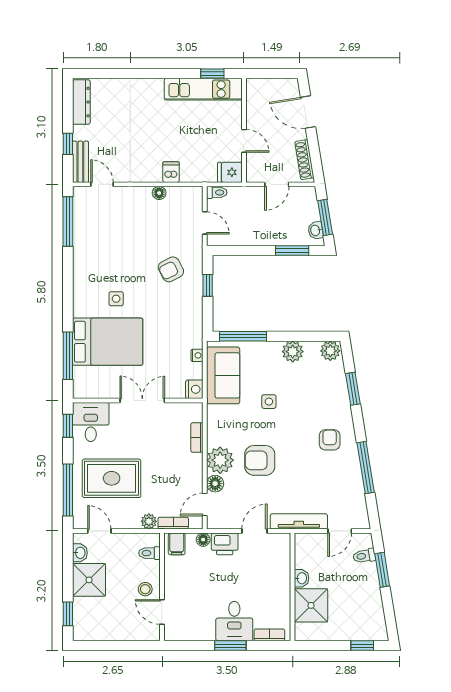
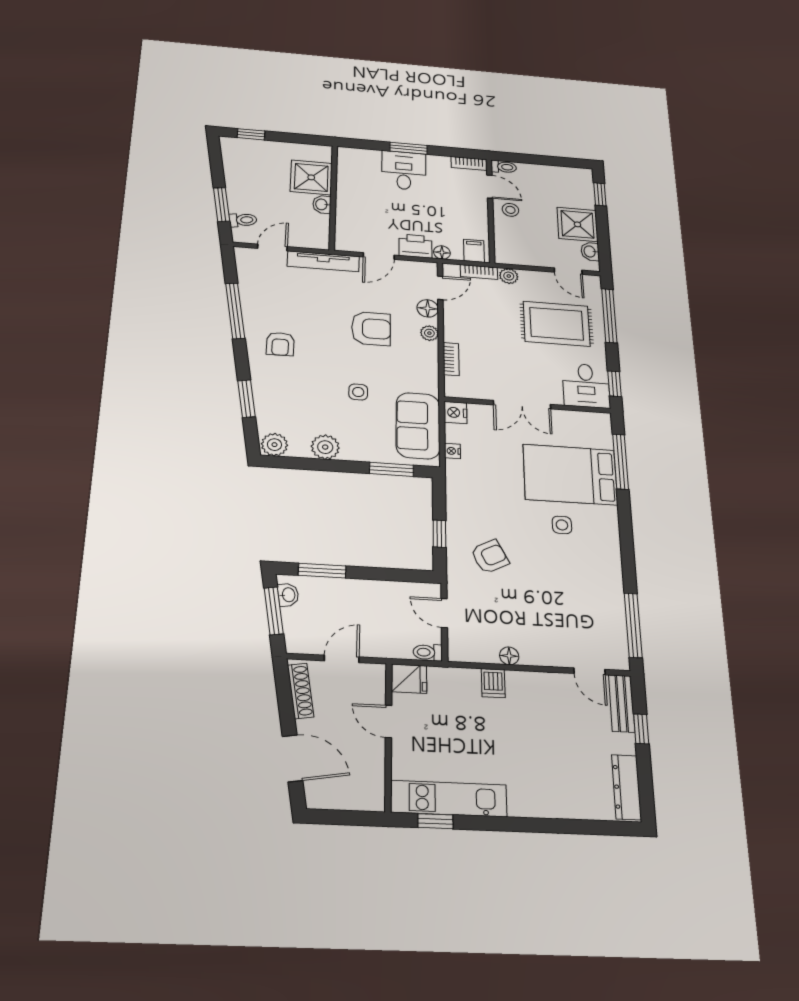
window: (243, 336) -> (392, 469), width x0.69
plant: (220, 460) -> (429, 333), width x0.53, depth x0.53
toilet: (149, 553) -> (504, 167), moved
bookcase: (269, 635) -> (469, 163), moved

